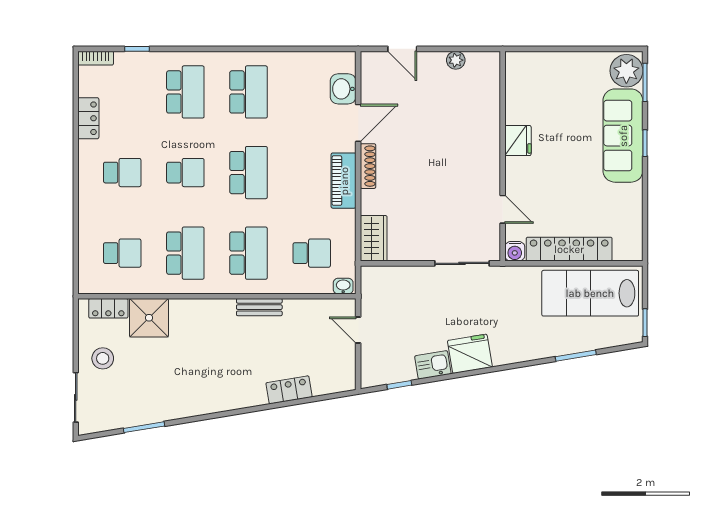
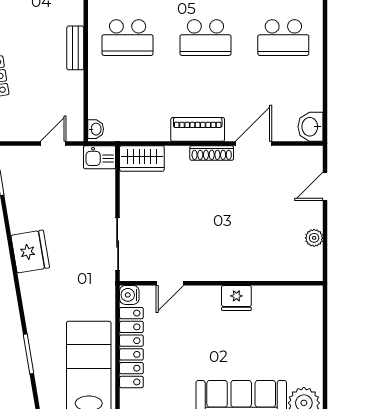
washbasin: (343, 89) -> (311, 127), moved, turned -90
door: (358, 123) -> (253, 144), swing flipped
school desk: (312, 253) -> (128, 99), removed
kitchen sink: (433, 365) -> (99, 157), moved, turned 99

